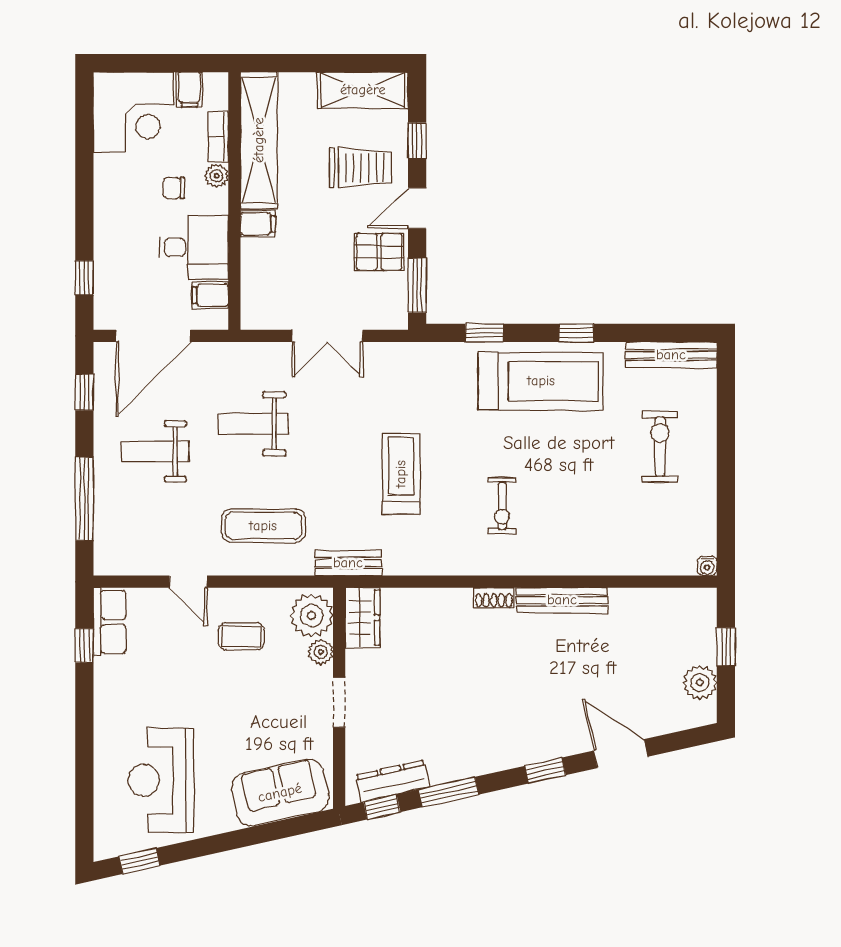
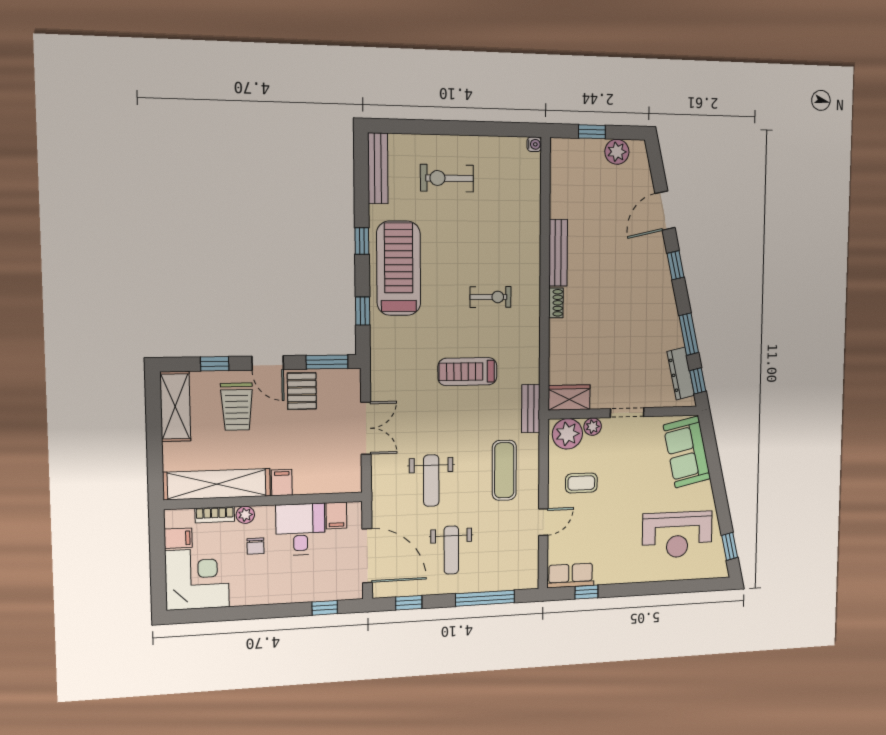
trolley: (361, 168) -> (237, 407), turned 180
coffee table: (241, 636) -> (581, 483), turned 90

